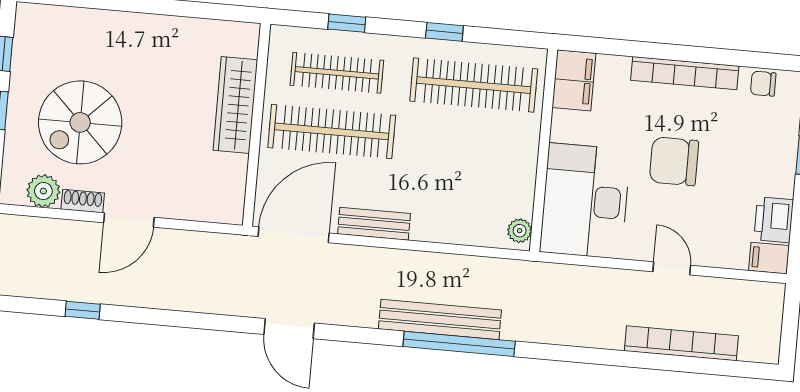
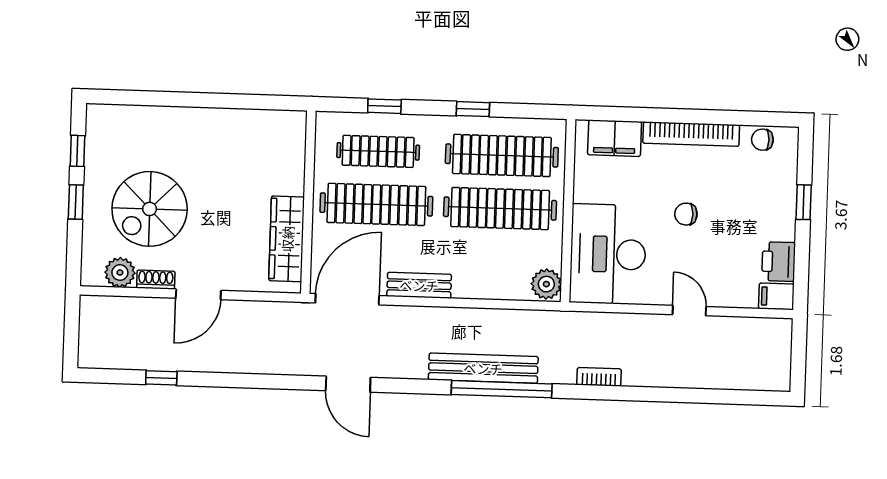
filing cabinet: (574, 80) -> (615, 138), moved, turned 90
wardrobe: (235, 105) -> (287, 239), moved
clothes rail: (468, 144) -> (500, 209), added
chair: (674, 161) -> (686, 214), width x0.54, depth x0.54
plant: (520, 231) -> (546, 284), width x1.38, depth x1.38
bookcase: (681, 343) -> (599, 377), moved, width x0.43, depth x0.76

